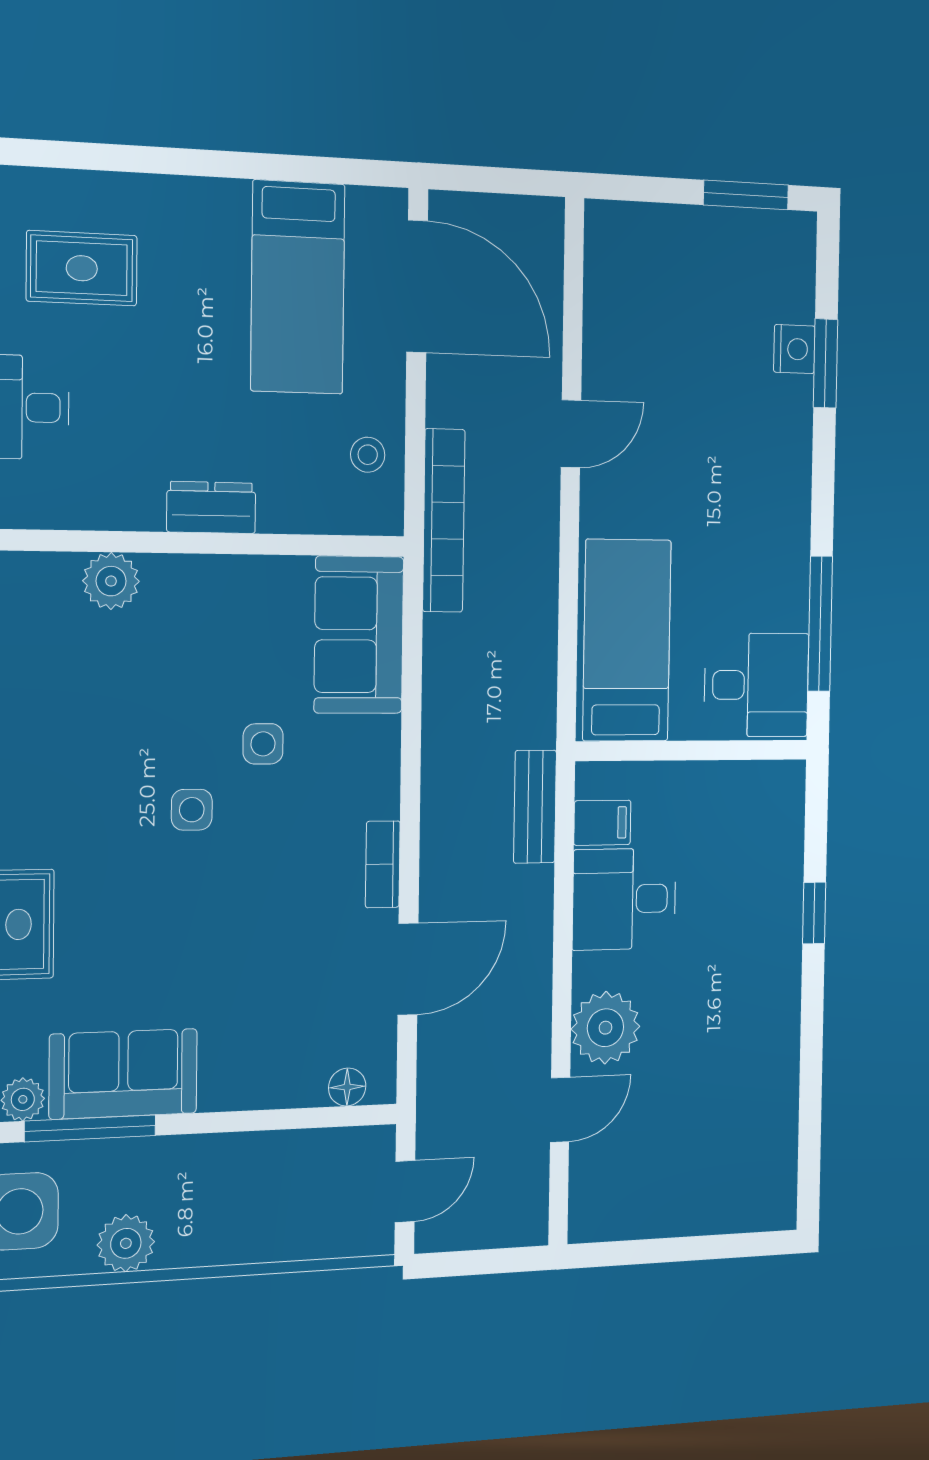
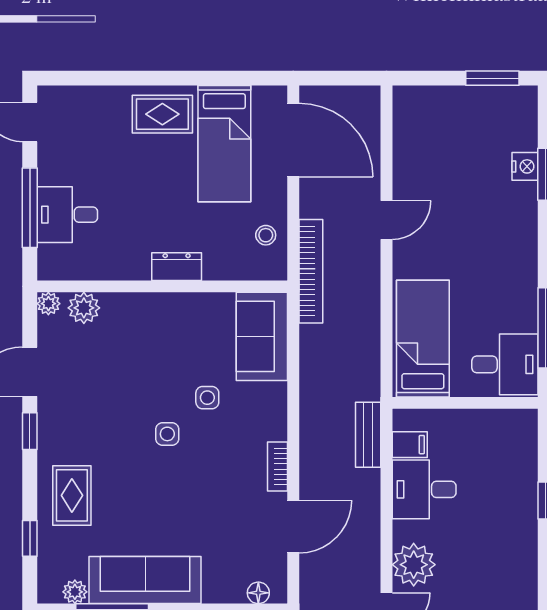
rug: (82, 268) -> (162, 114), moved
plant: (111, 581) -> (84, 308), moved
sofa: (123, 1074) -> (145, 580), width x1.36

